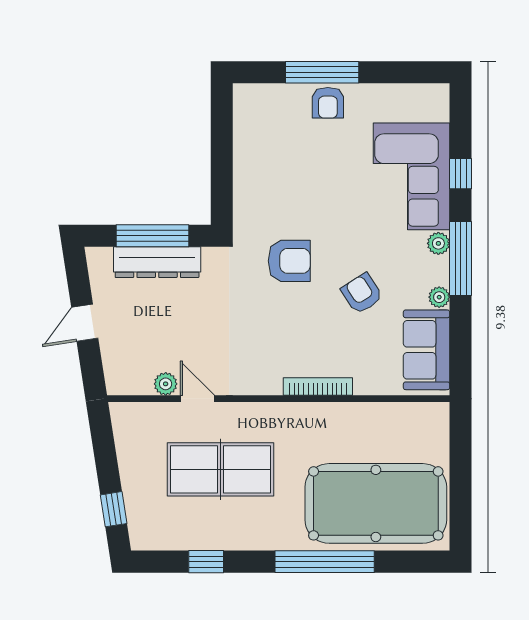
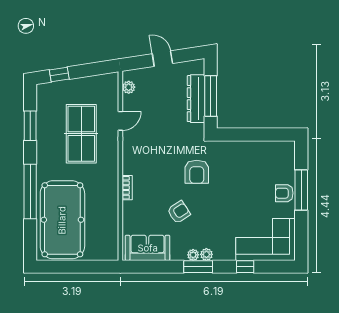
corner sofa: (411, 176) -> (266, 240), moved
window: (461, 258) -> (198, 267), width x0.69
plant: (439, 297) -> (193, 255), moved
plant: (166, 384) -> (129, 87), moved
bookcase: (318, 387) -> (127, 188), width x0.64
window: (206, 562) -> (30, 126), width x1.50

